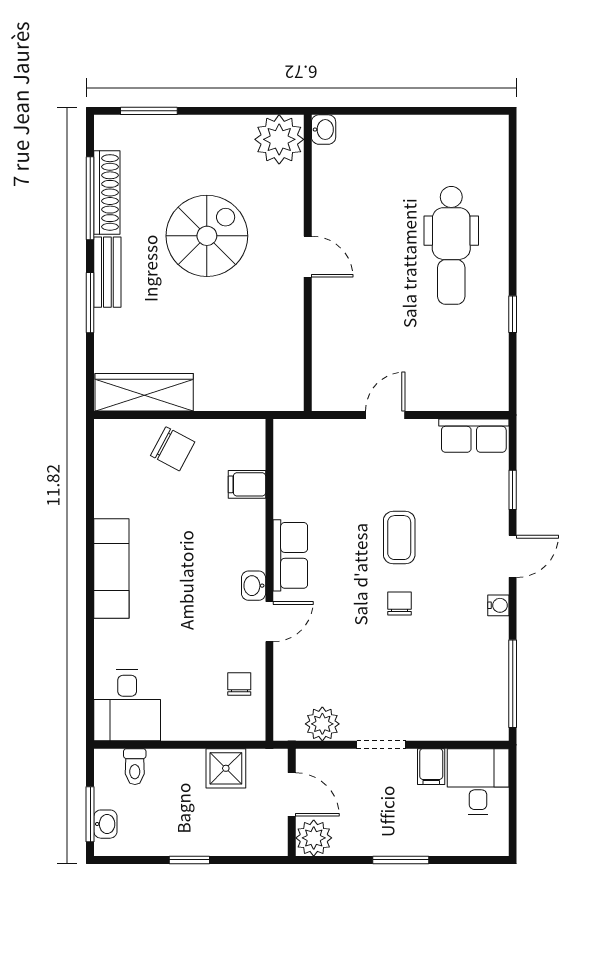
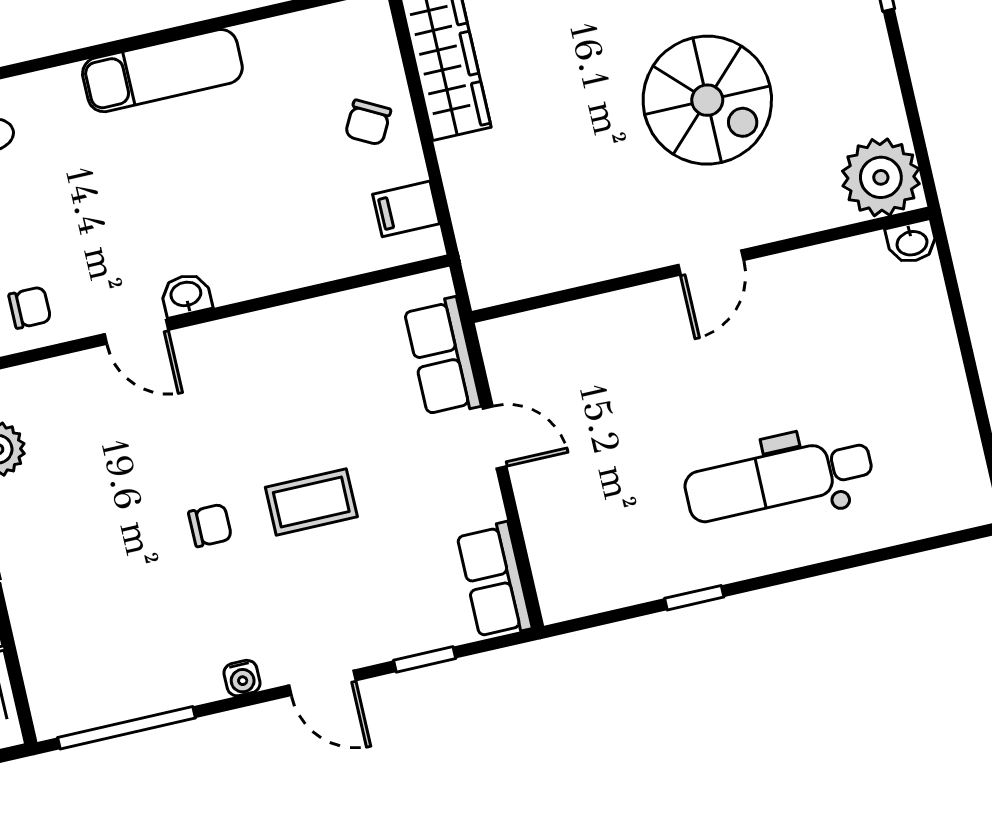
chair: (173, 449) -> (368, 123), width x0.73, depth x0.73
filing cabinet: (247, 484) -> (406, 209), moved, turned -90
row of seats: (290, 555) -> (442, 357), moved, turned 90

